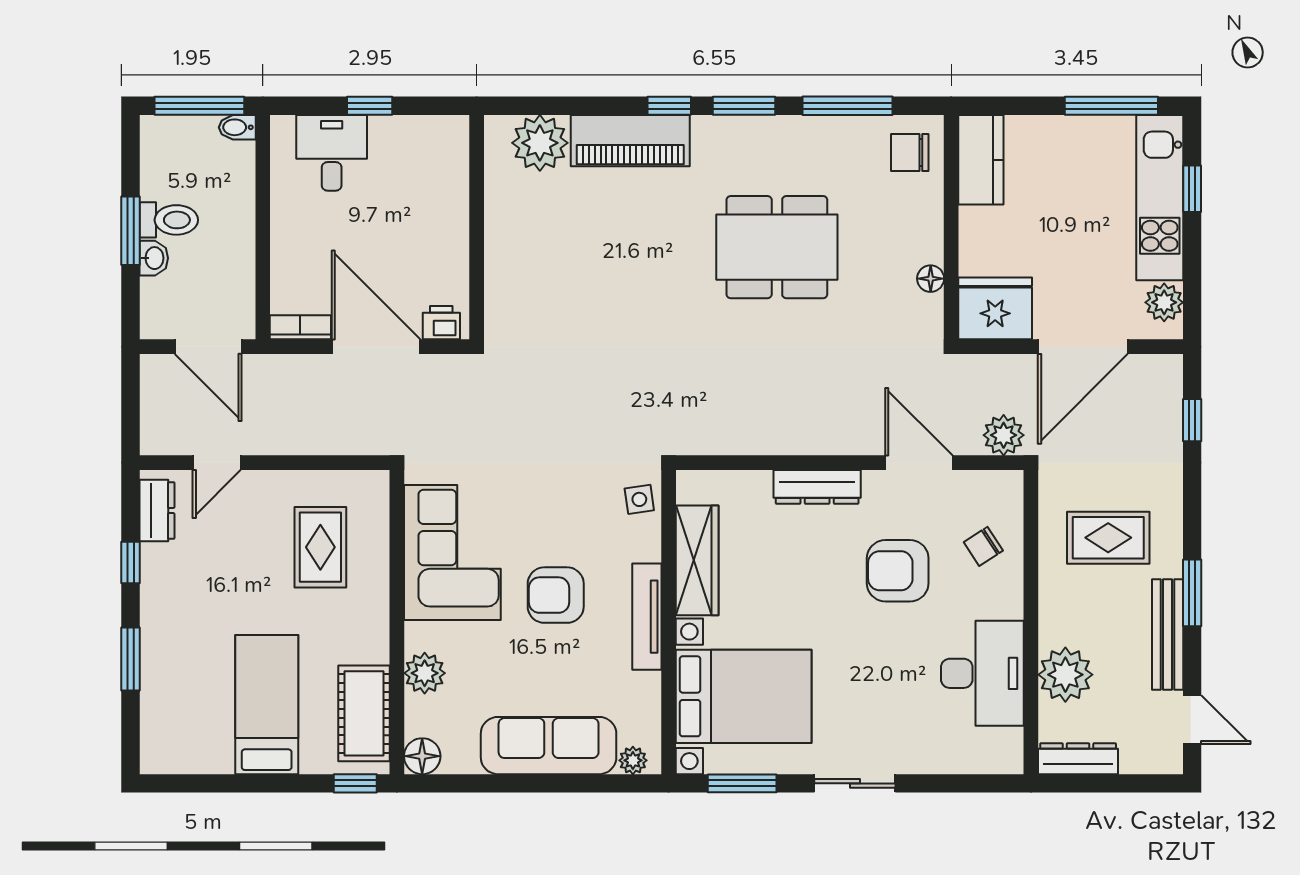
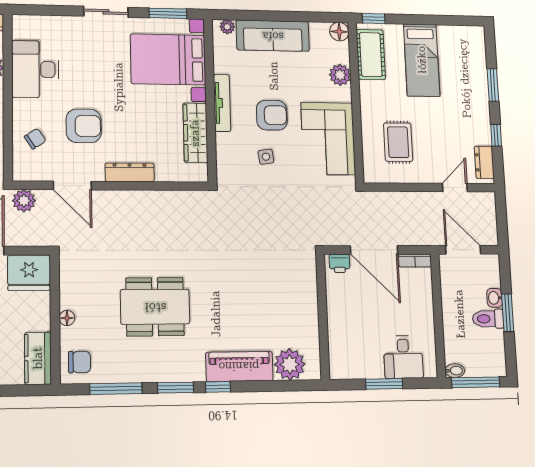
window: (370, 106) -> (384, 384), width x1.50
floor lamp: (931, 279) -> (67, 318), moved
side table: (639, 499) -> (266, 157), moved

